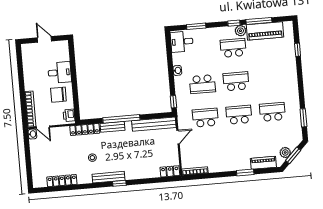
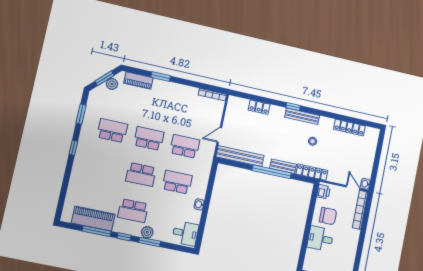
window: (196, 26) -> (150, 242), moved
plant: (240, 31) -> (147, 232), moved
window: (298, 50) -> (73, 148), moved
window: (173, 102) -> (213, 173), removed
school desk: (272, 112) -> (112, 131), turned 180
school desk: (239, 115) -> (149, 138), turned 180
school desk: (205, 118) -> (185, 146), turned 180
locker: (170, 171) -> (259, 107), moved

